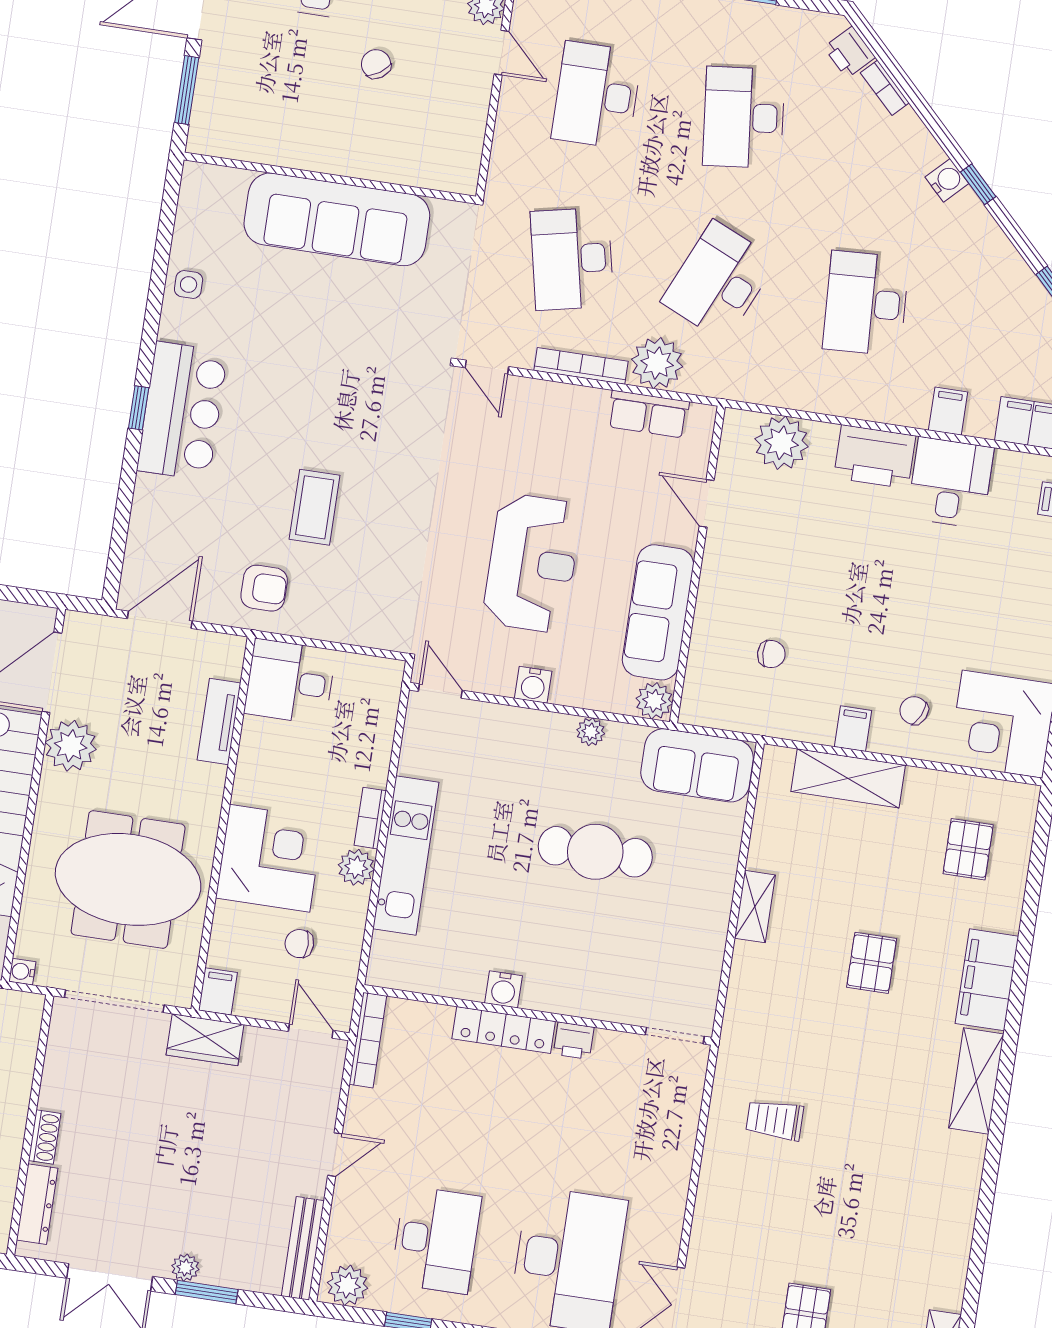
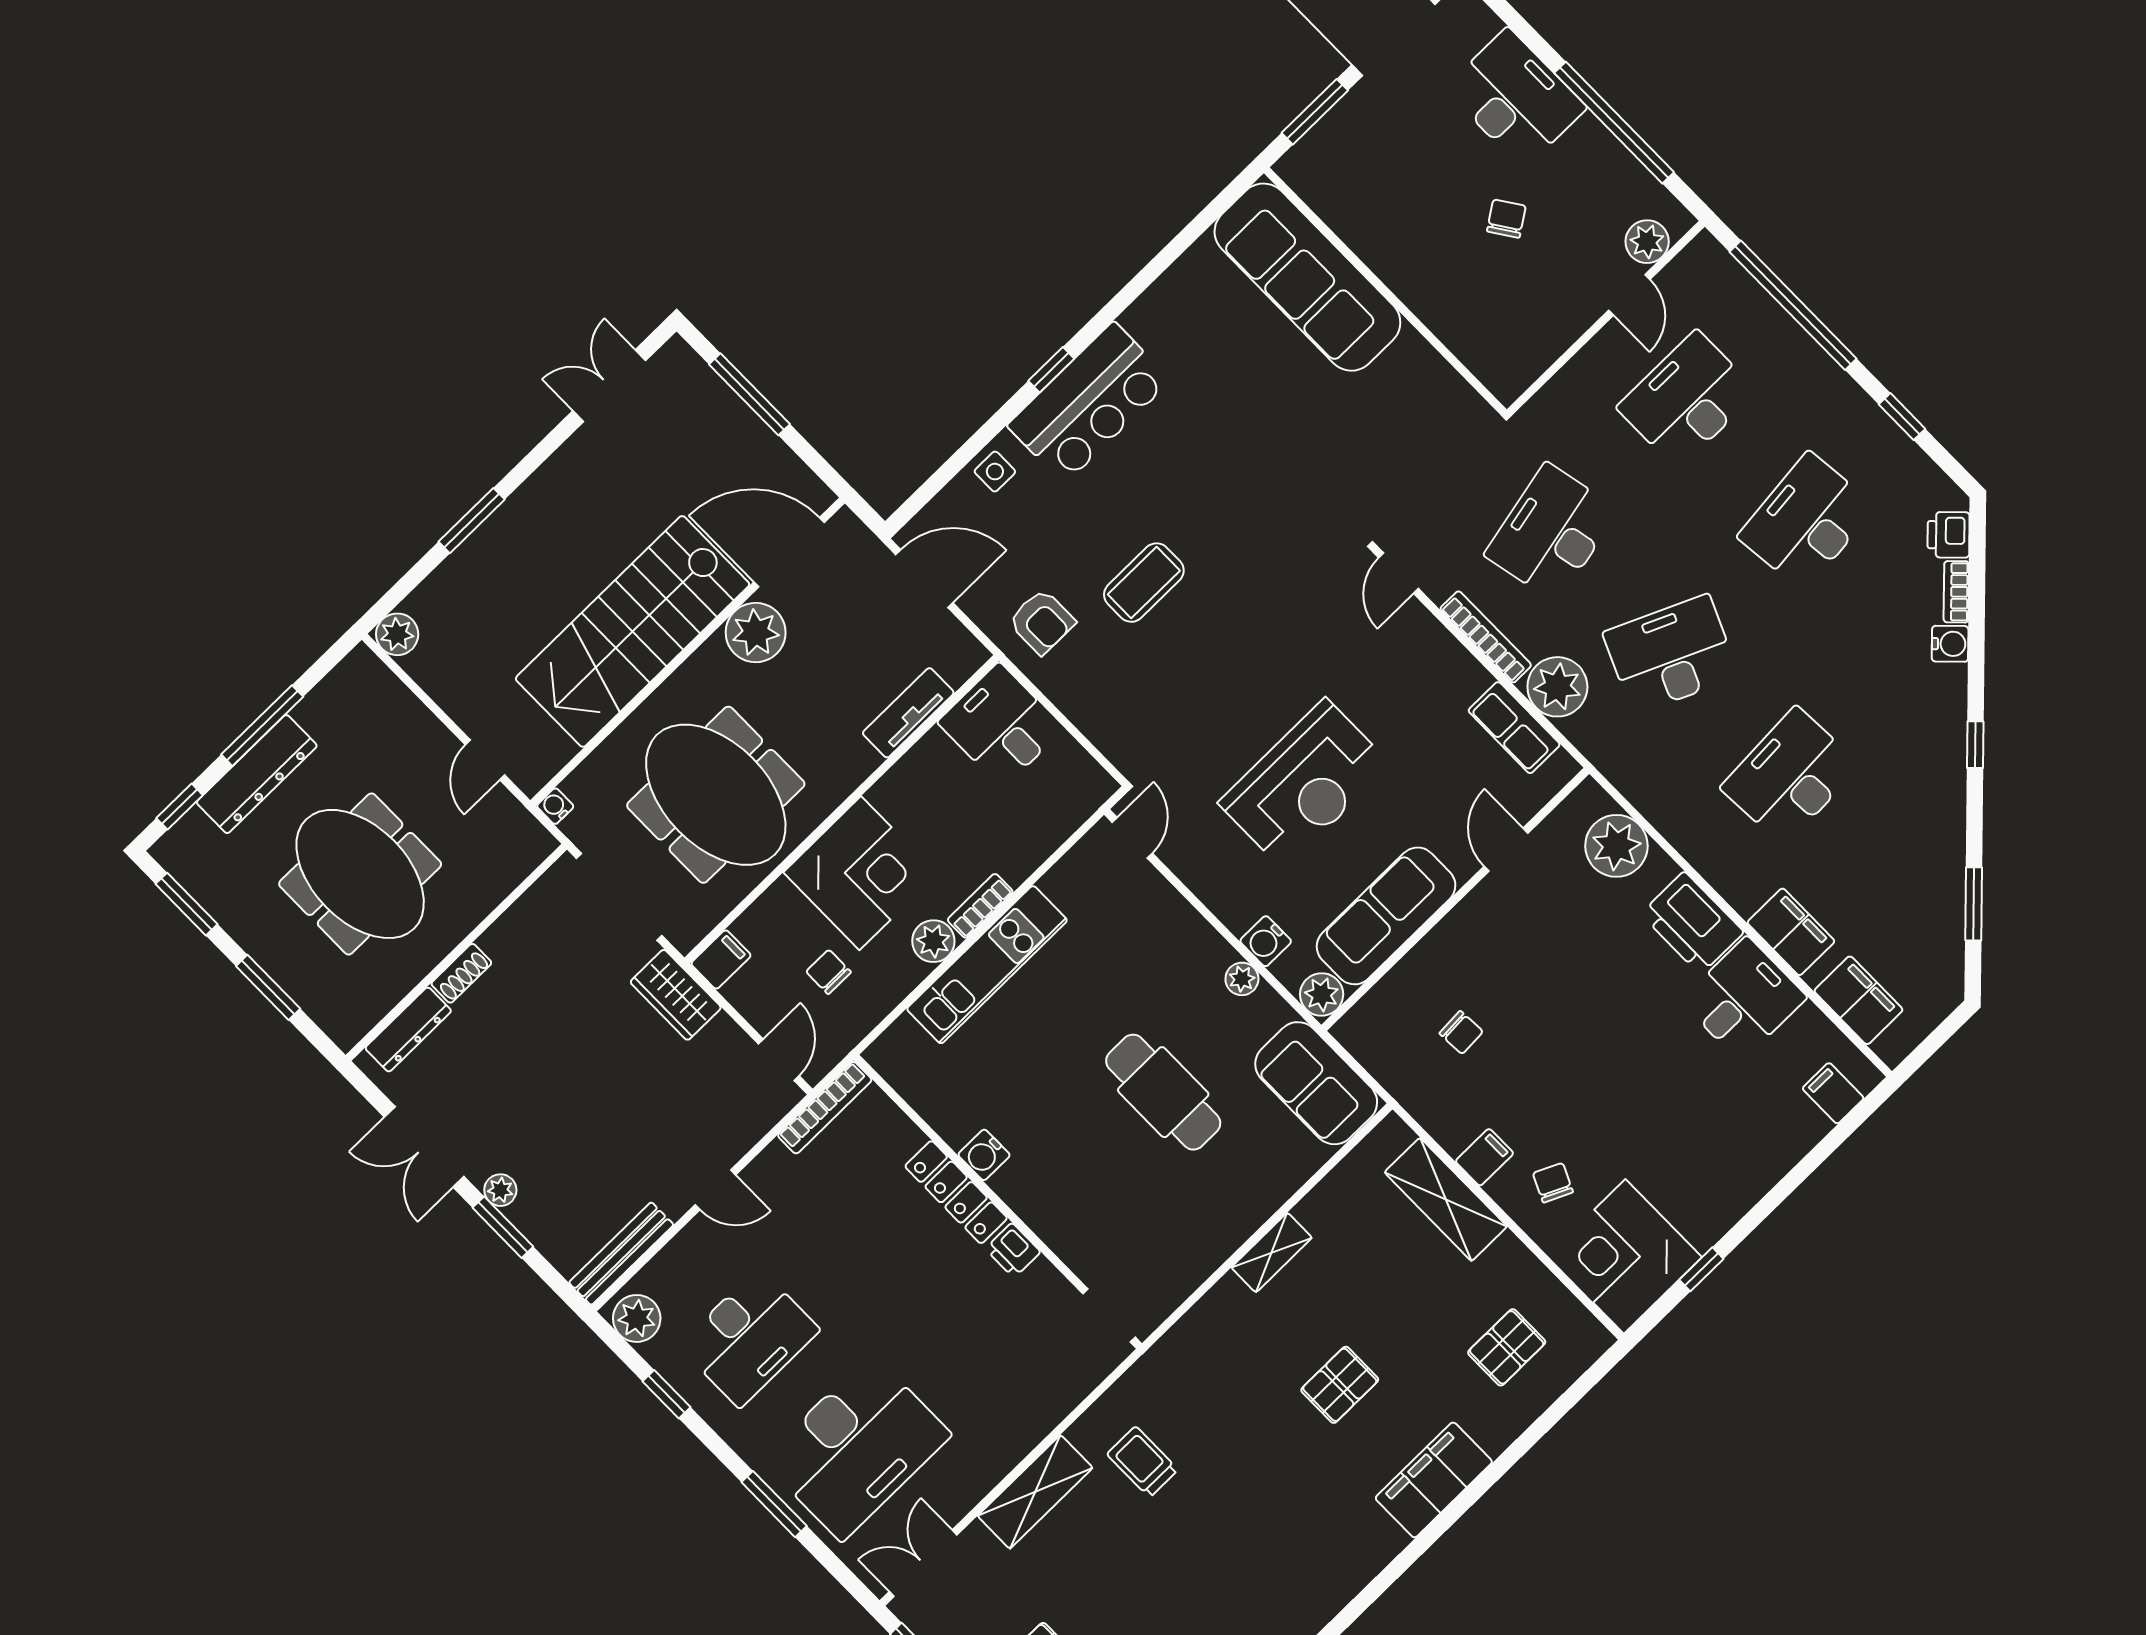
water cooler: (947, 180) -> (1950, 644), moved
sofa: (337, 219) -> (1307, 277), moved
side table: (189, 285) -> (995, 472), moved
filing cabinet: (948, 411) -> (1791, 932), width x2.00
water cooler: (533, 685) -> (1266, 941), moved
shelving: (976, 1081) -> (1035, 1492), moved

